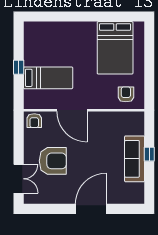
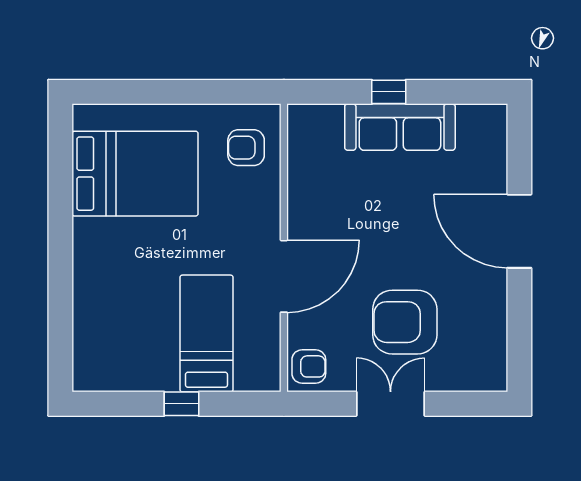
armchair: (53, 161) -> (405, 322), turned -90
double door: (19, 179) -> (391, 404), moved

